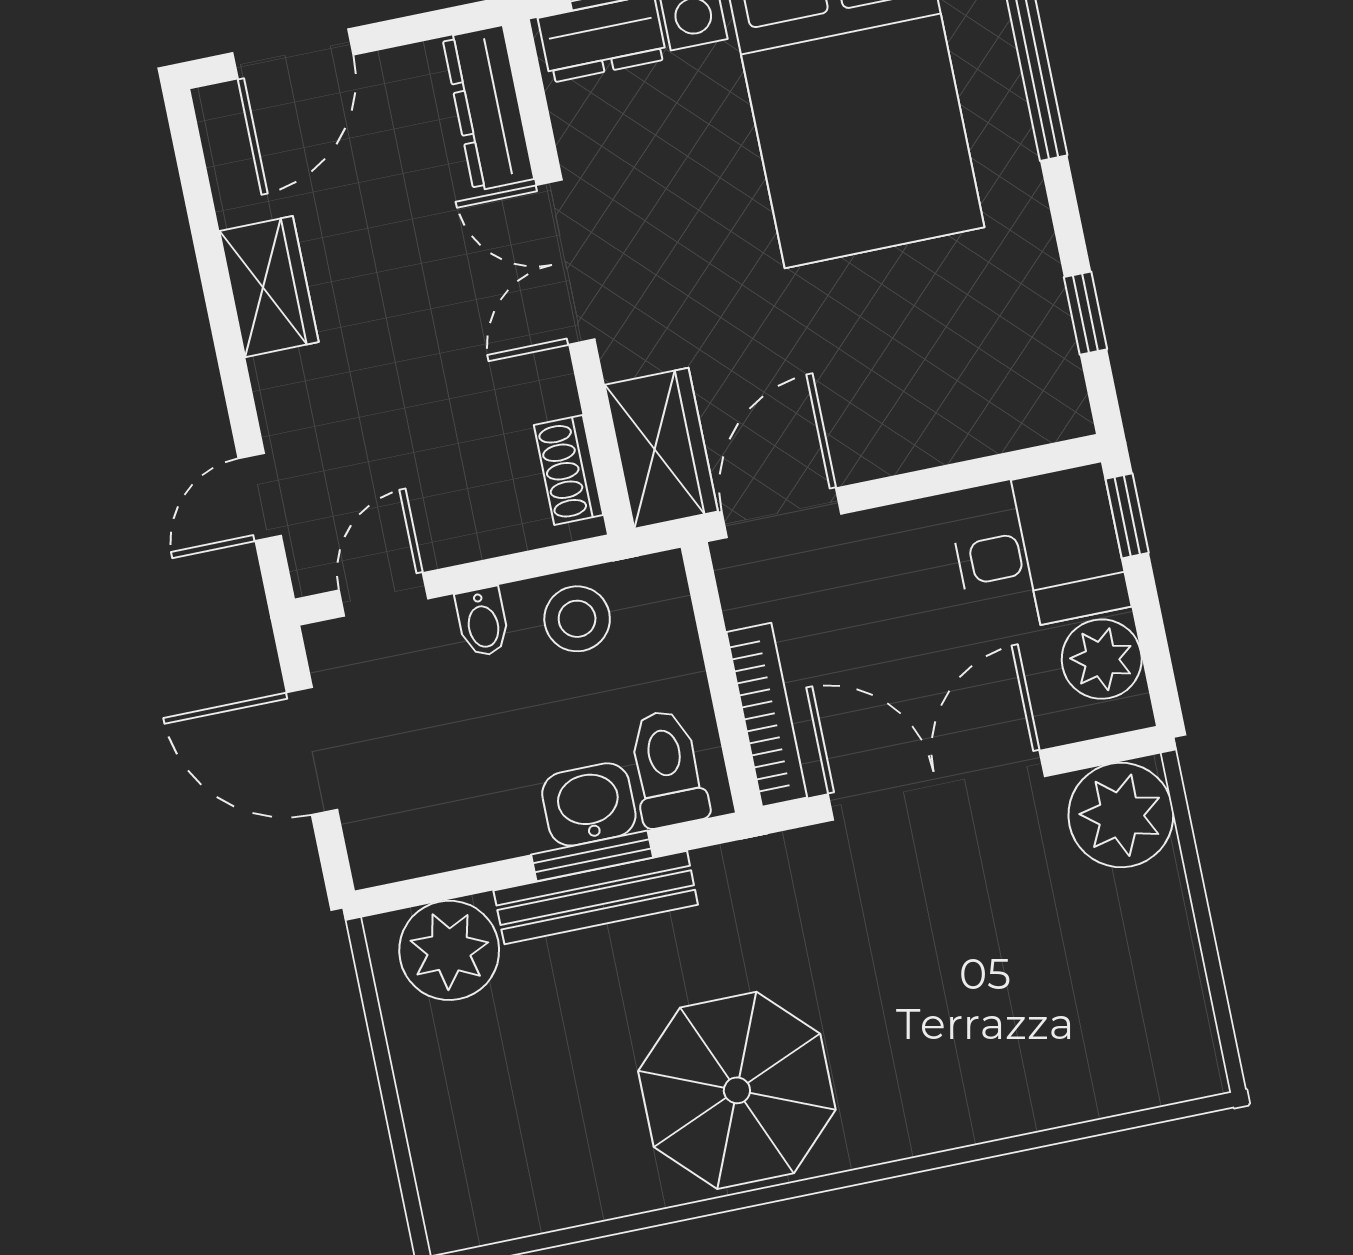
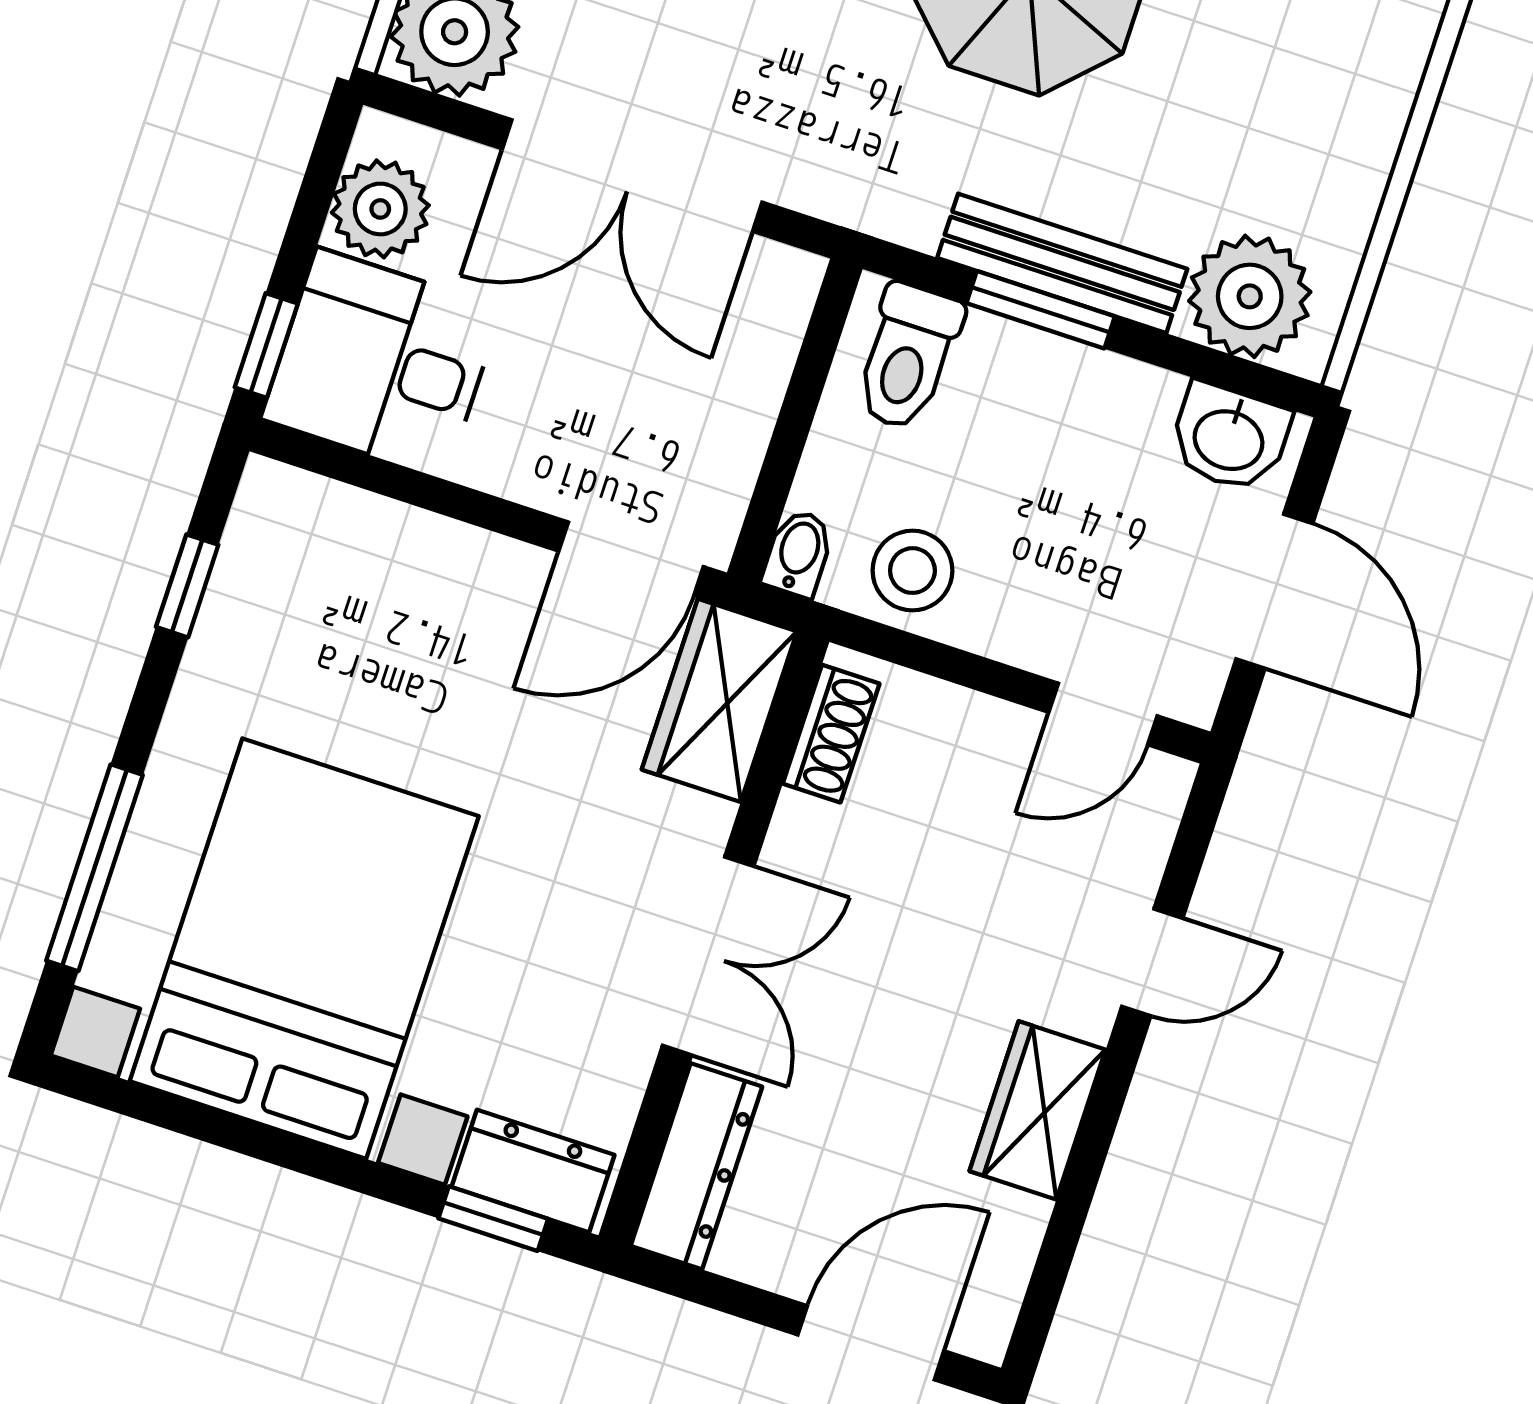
door: (260, 497) -> (1152, 962), moved
bidet: (483, 622) -> (798, 553), moved
bookcase: (767, 715) -> (770, 354), removed
washbasin: (589, 804) -> (1229, 438), moved

